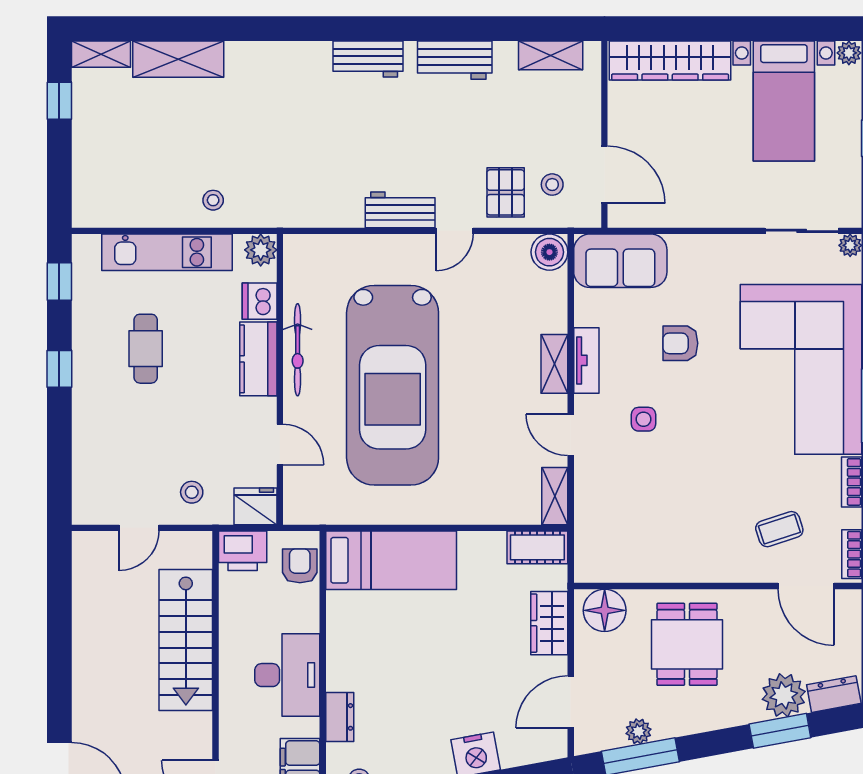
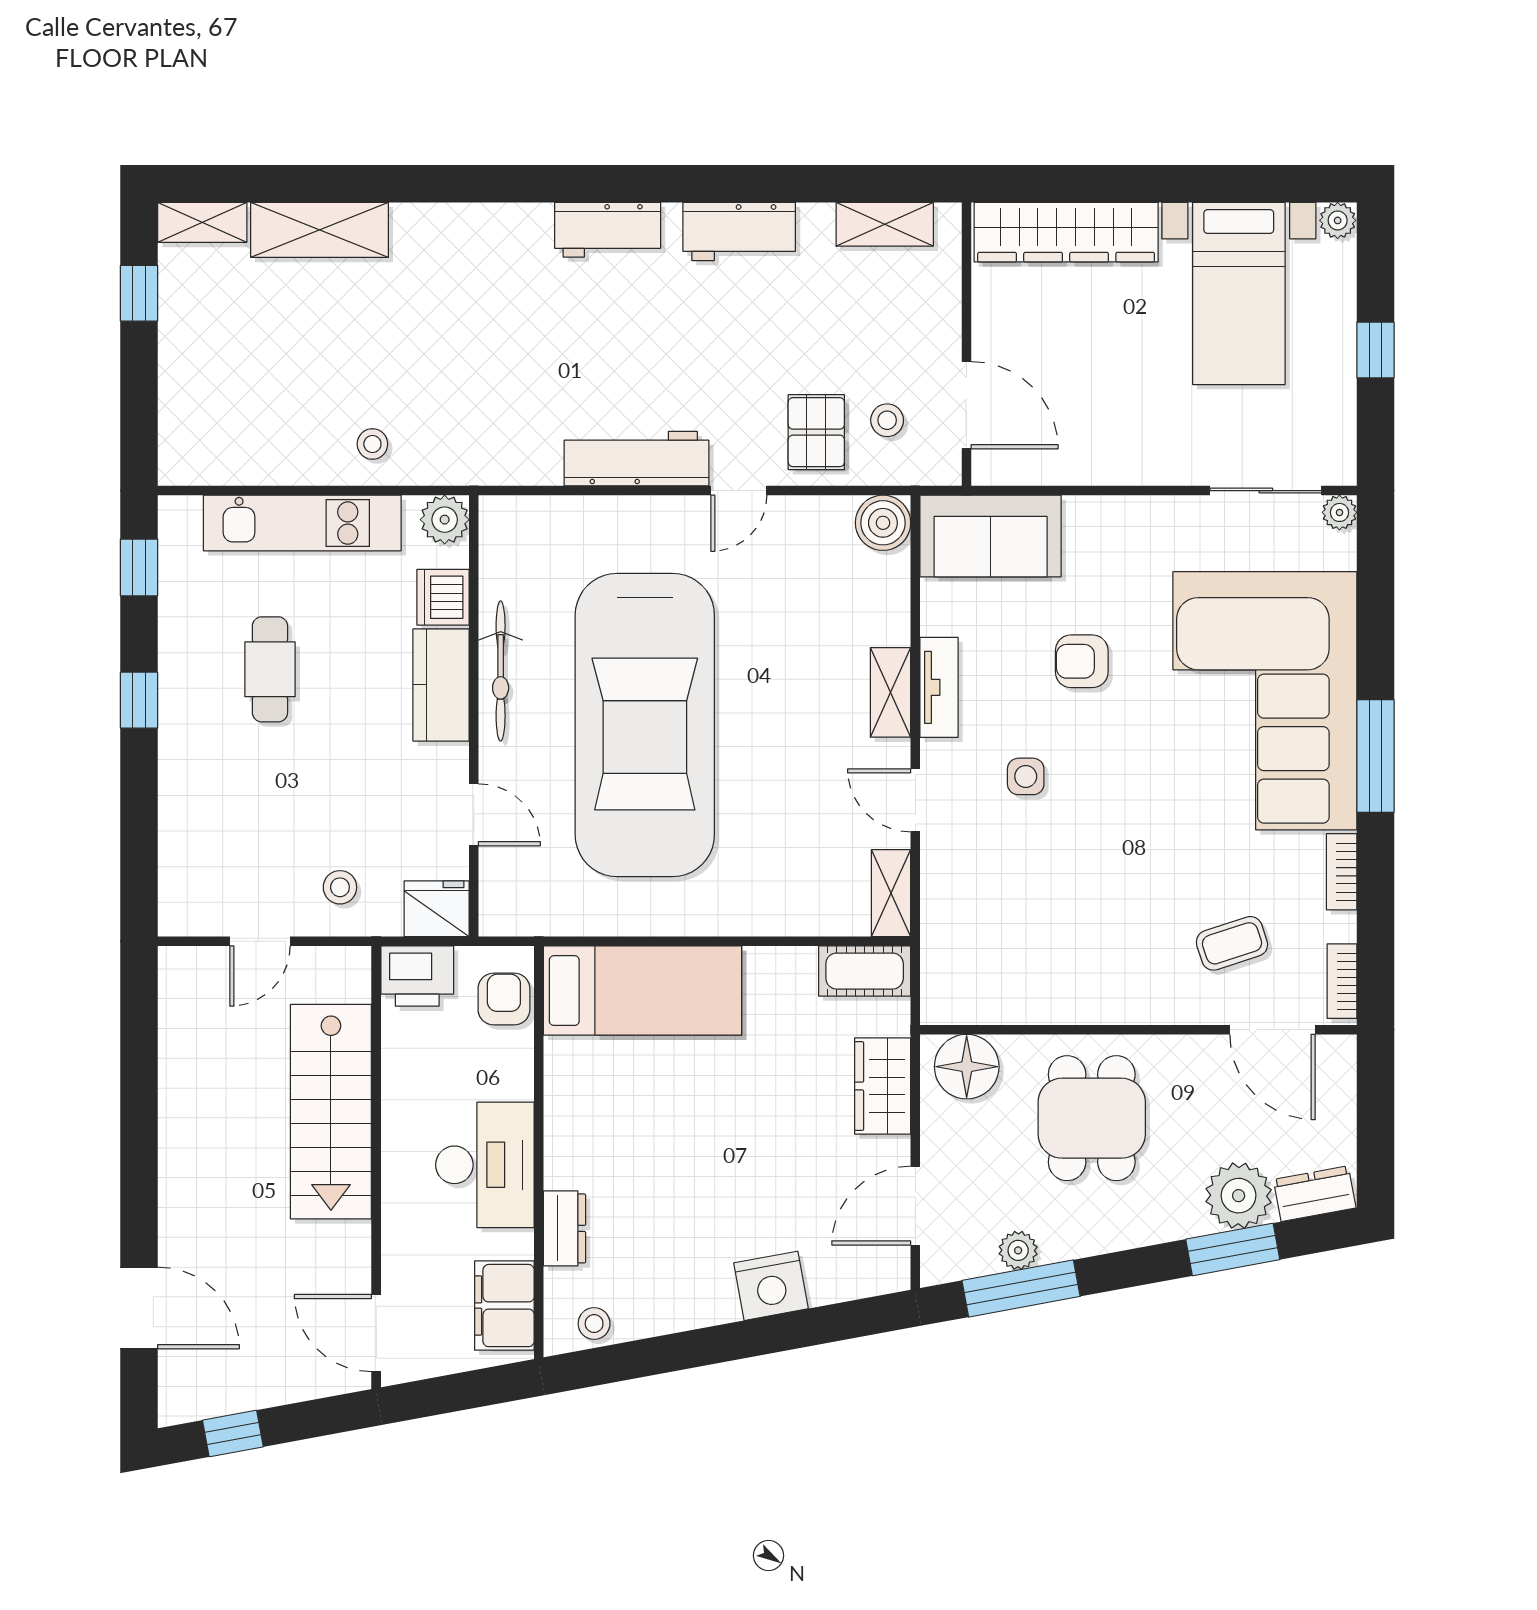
workbench: (400, 210) -> (636, 459), width x1.38

